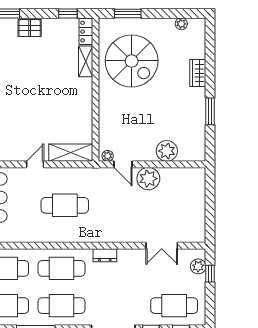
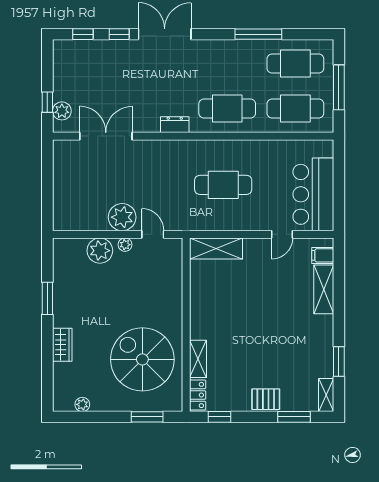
plant: (108, 156) -> (125, 245), moved
door: (35, 164) -> (282, 234), moved
double door: (162, 246) -> (106, 136), width x1.37
cafe table: (61, 306) -> (227, 64), removed
cafe table: (174, 306) -> (91, 64), removed

